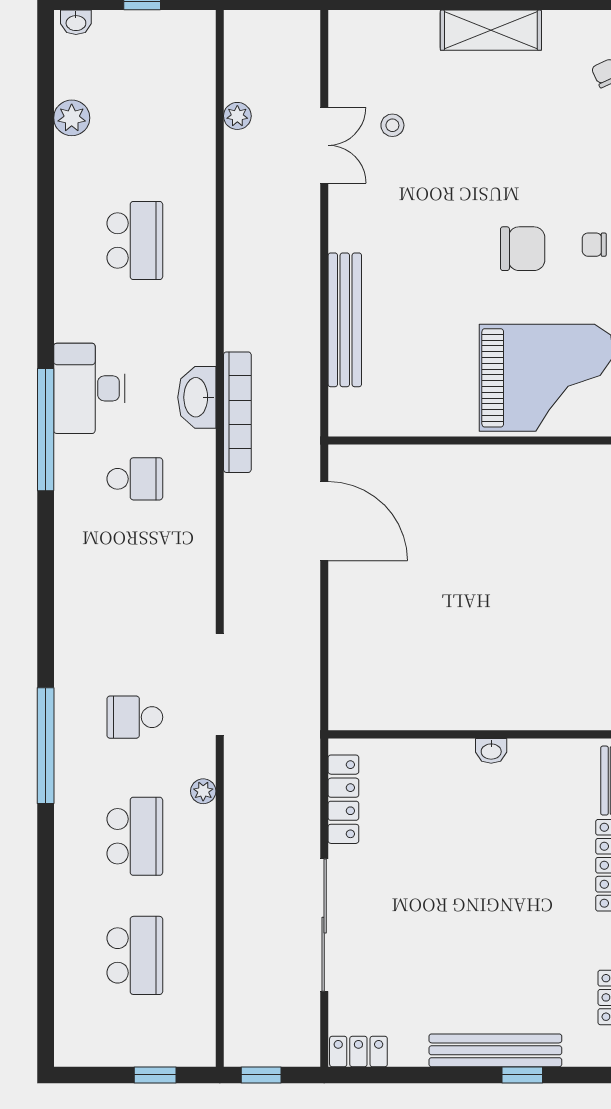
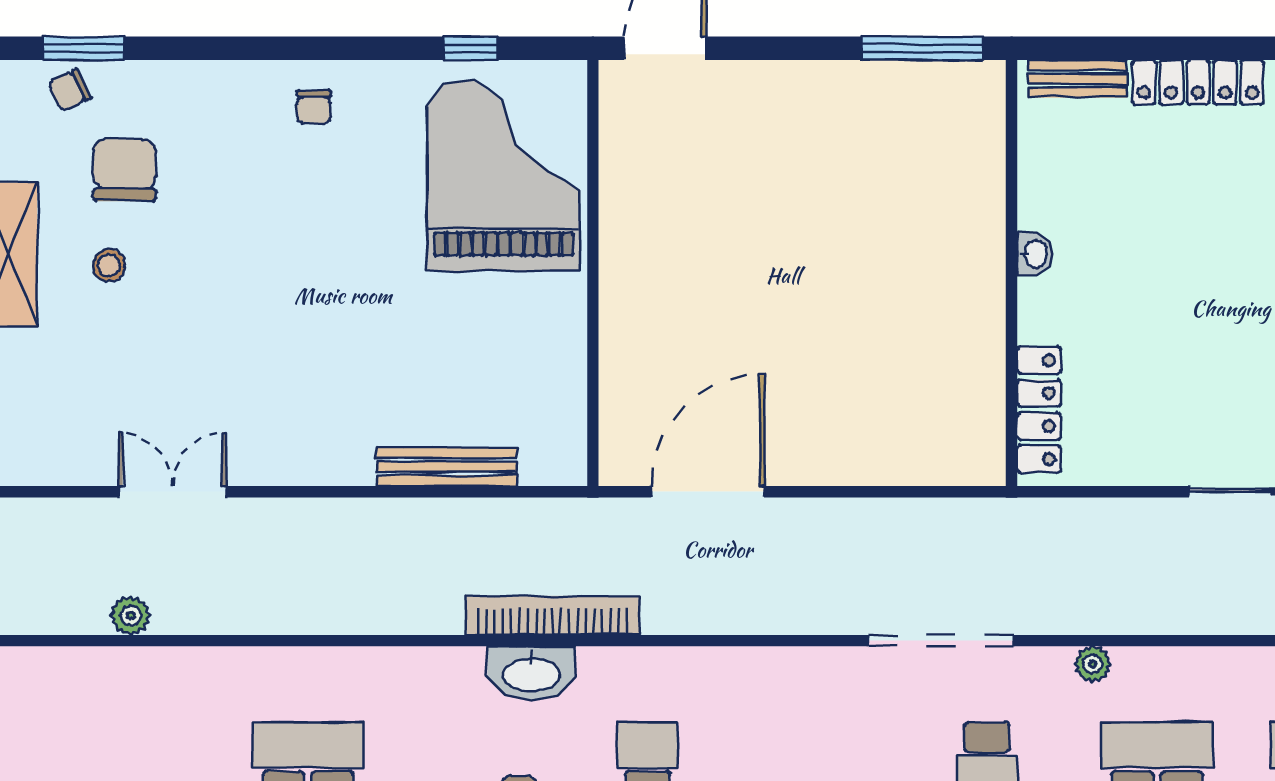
stool: (392, 125) -> (109, 265), moved
chair: (523, 249) -> (124, 170), moved
bench: (345, 320) -> (447, 467), width x0.73, depth x0.82
locker: (343, 799) -> (1039, 410), moved, turned 90

